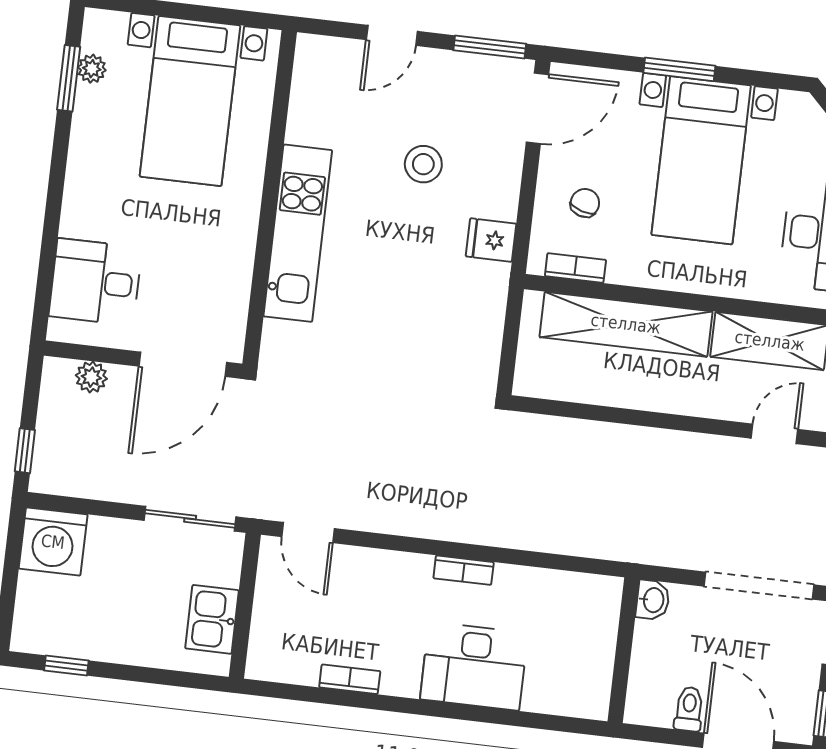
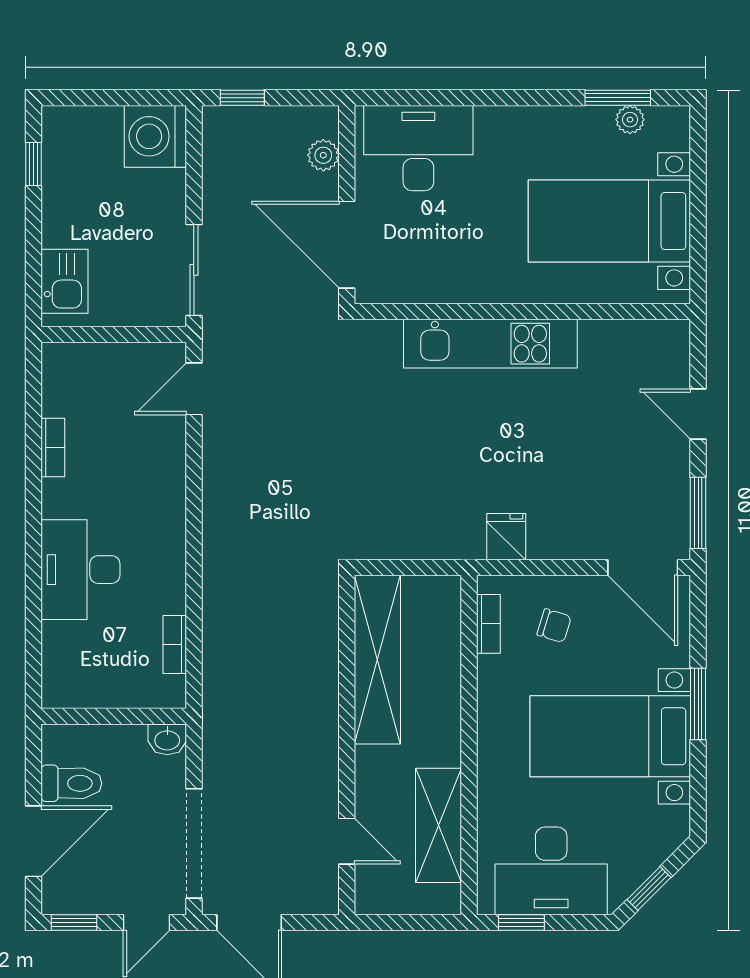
stool: (423, 164) -> (574, 460), removed
desk: (95, 282) -> (418, 148), width x1.37
shelving: (626, 324) -> (377, 660), moved
bookcase: (464, 570) -> (175, 644), moved
kitchen sink: (212, 619) -> (65, 281), moved, turned 90
toilet: (689, 709) -> (71, 783), width x1.37, depth x1.39

